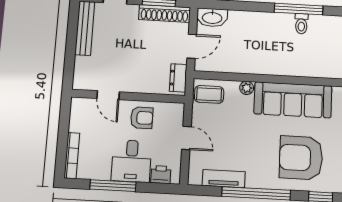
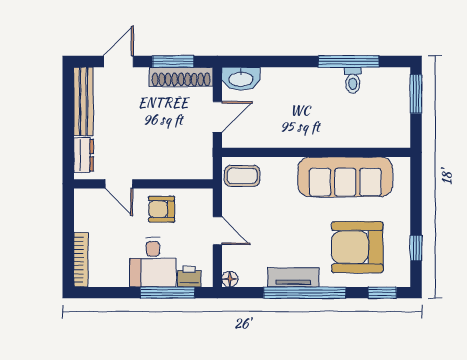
dresser: (178, 78) -> (84, 155), moved, turned 180
plant: (247, 88) -> (288, 165), removed
armchair: (142, 118) -> (162, 209), turned 180
floor lamp: (194, 179) -> (230, 279), added
tv unit: (224, 179) -> (293, 277), moved
window: (113, 186) -> (168, 293), moved

